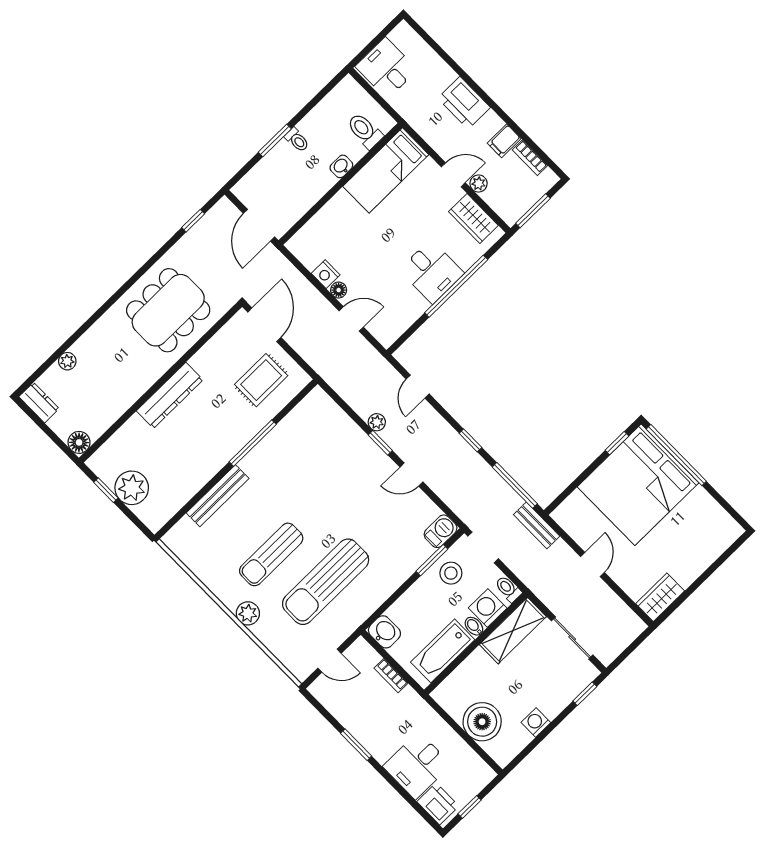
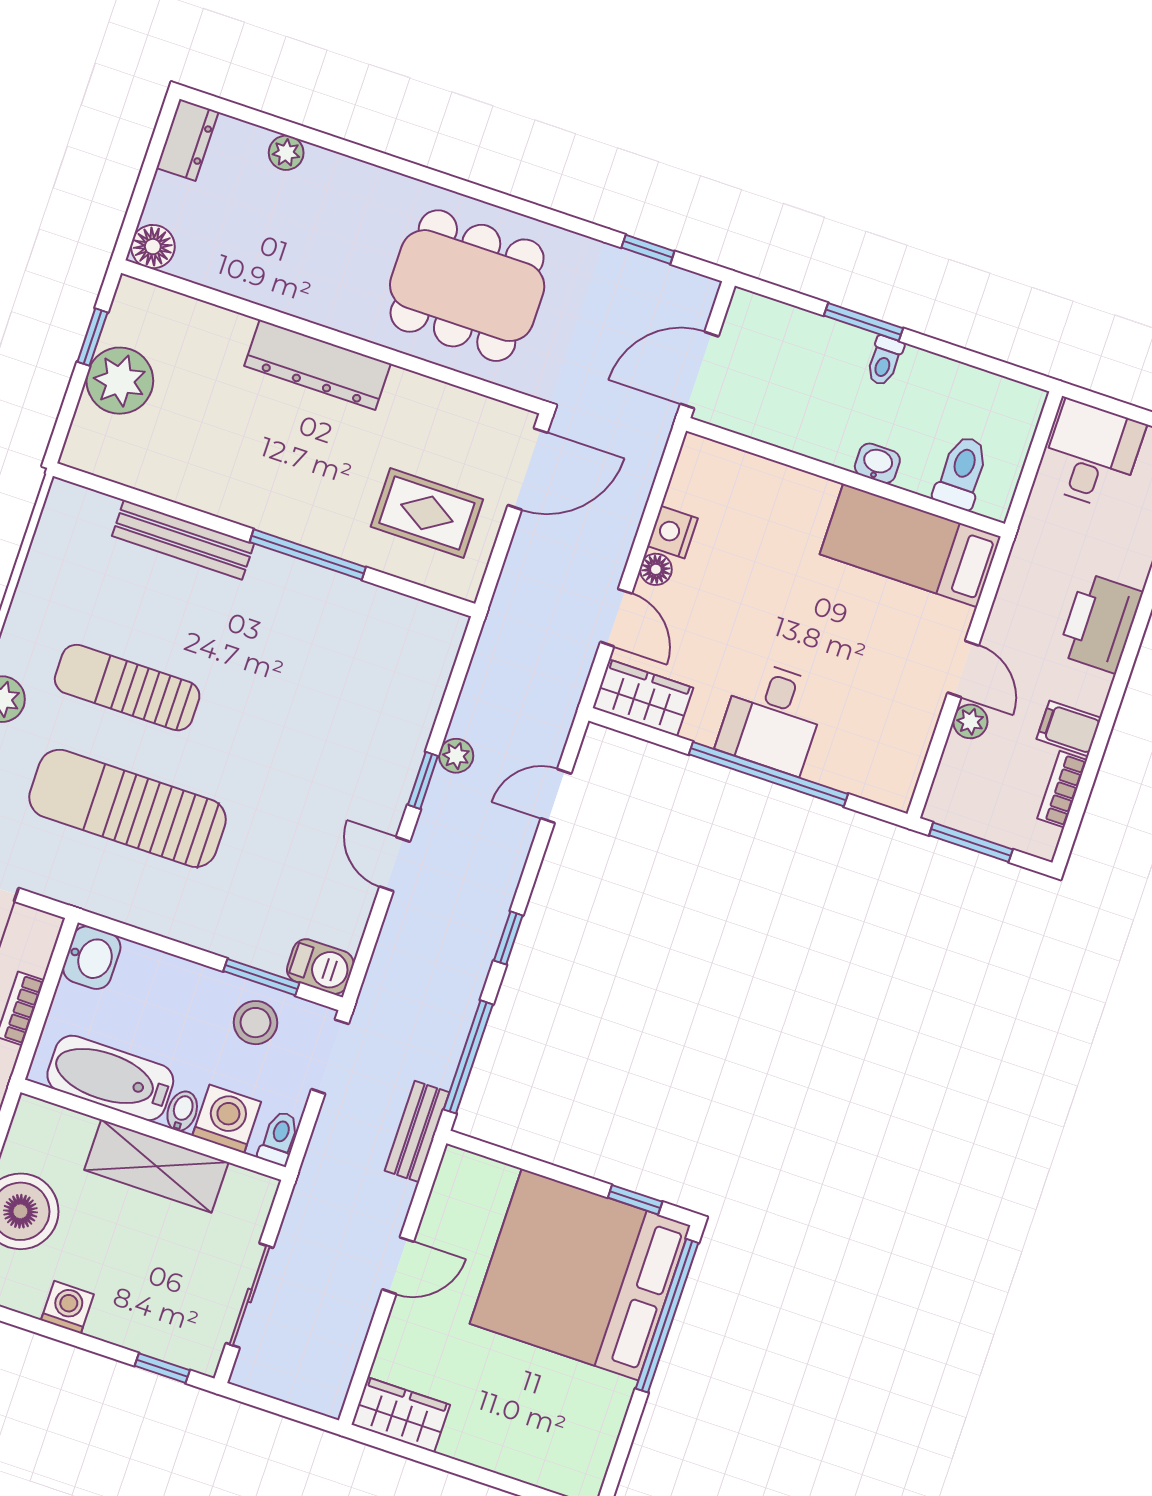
wardrobe: (473, 218) -> (643, 698), moved, turned 90
shelving: (513, 631) -> (156, 1166), moved

